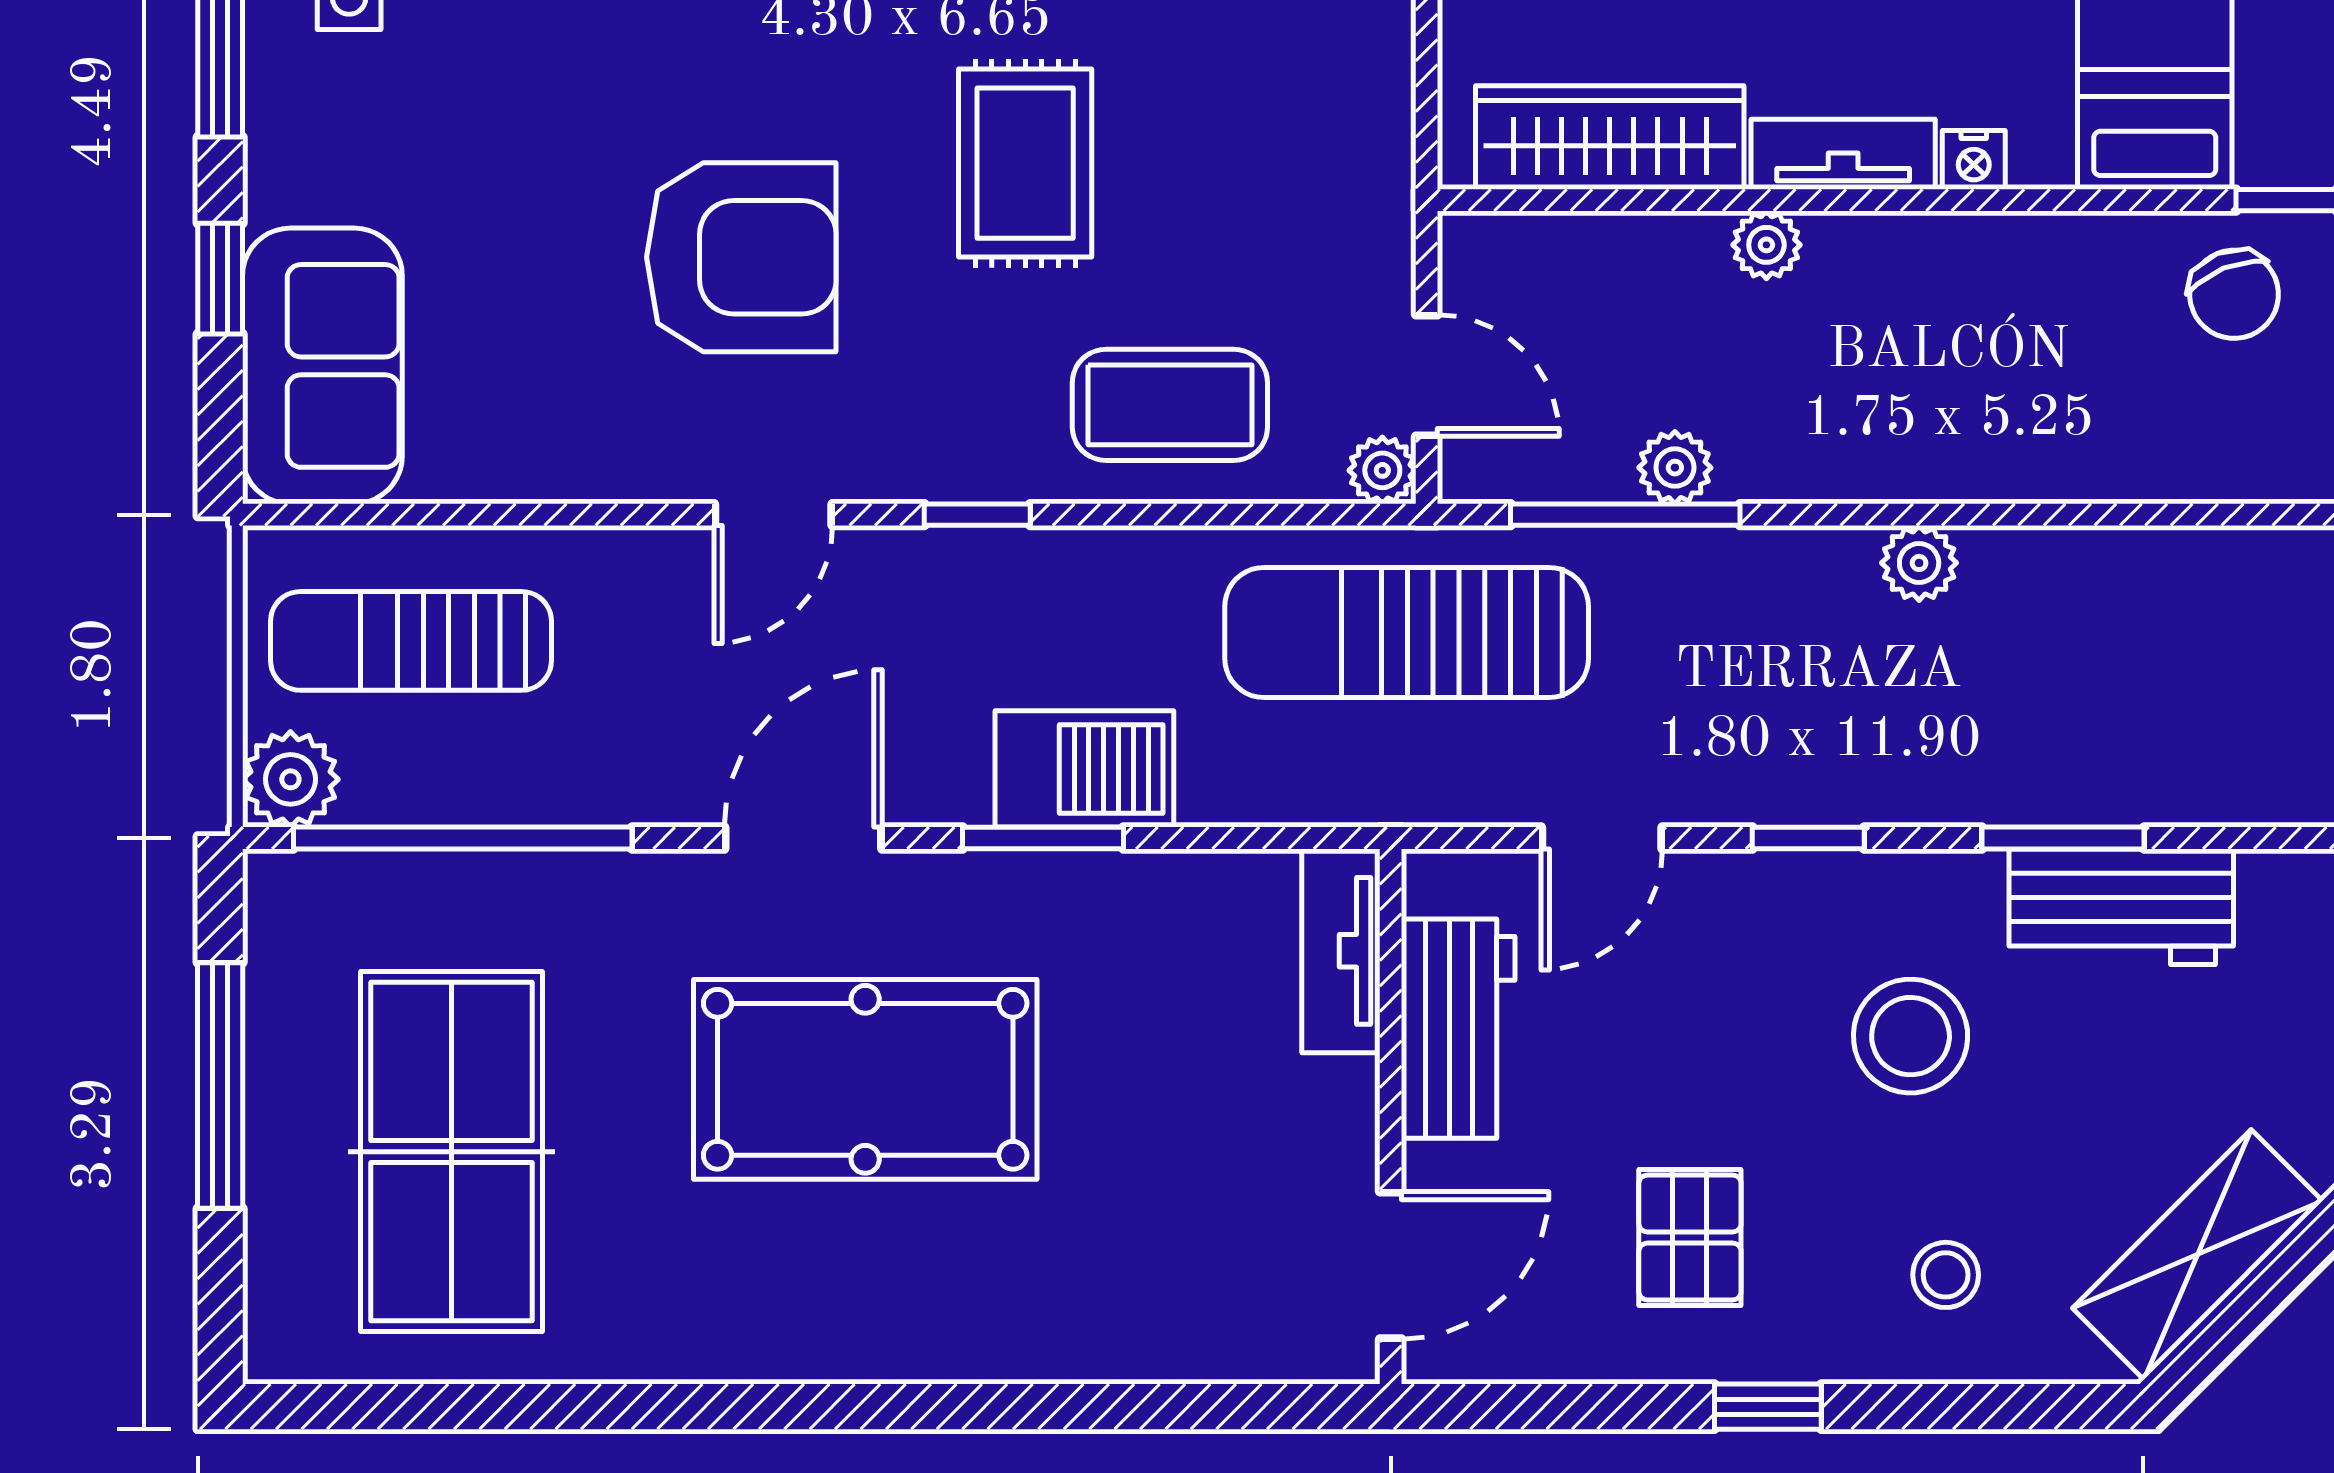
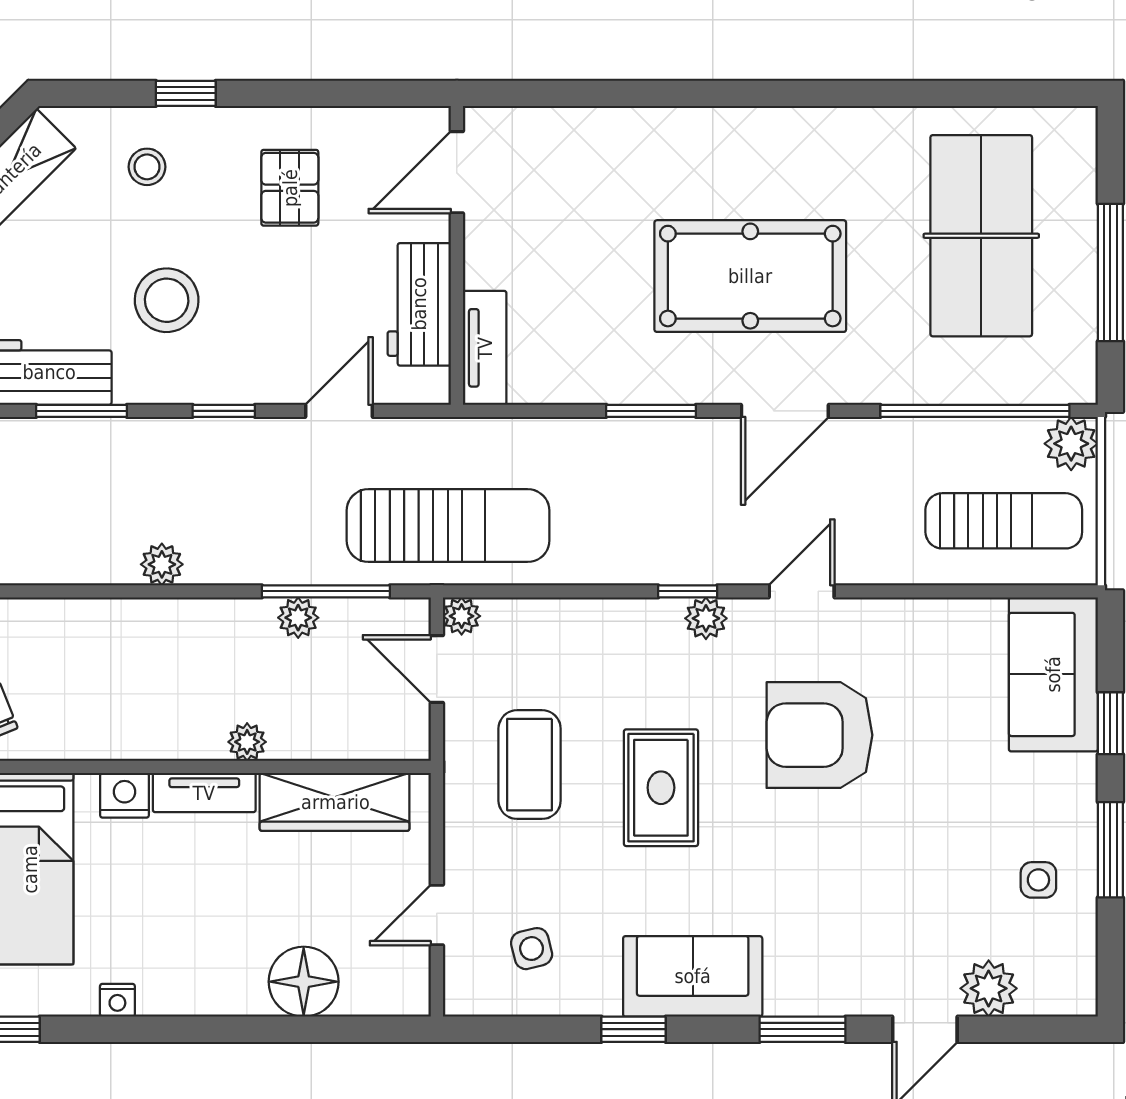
nightstand: (1974, 160) -> (125, 795), width x1.39, depth x1.35
coffee table: (1170, 405) -> (530, 765), moved, turned 90
plant: (945, 466) -> (706, 618), added
barbecue: (1084, 769) -> (628, 449), removed
window: (1768, 1407) -> (186, 93), moved

